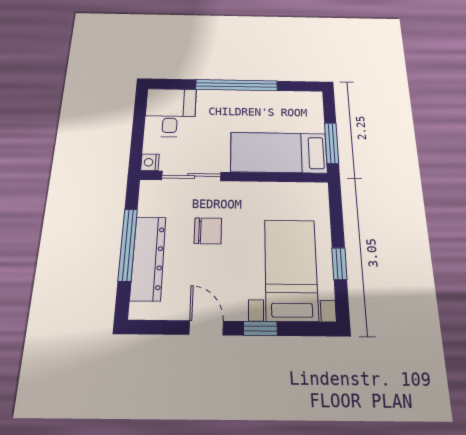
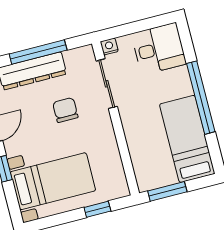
bed: (279, 153) -> (187, 139), moved
chair: (208, 231) -> (65, 110), turned 180
window: (339, 264) -> (97, 209), moved

